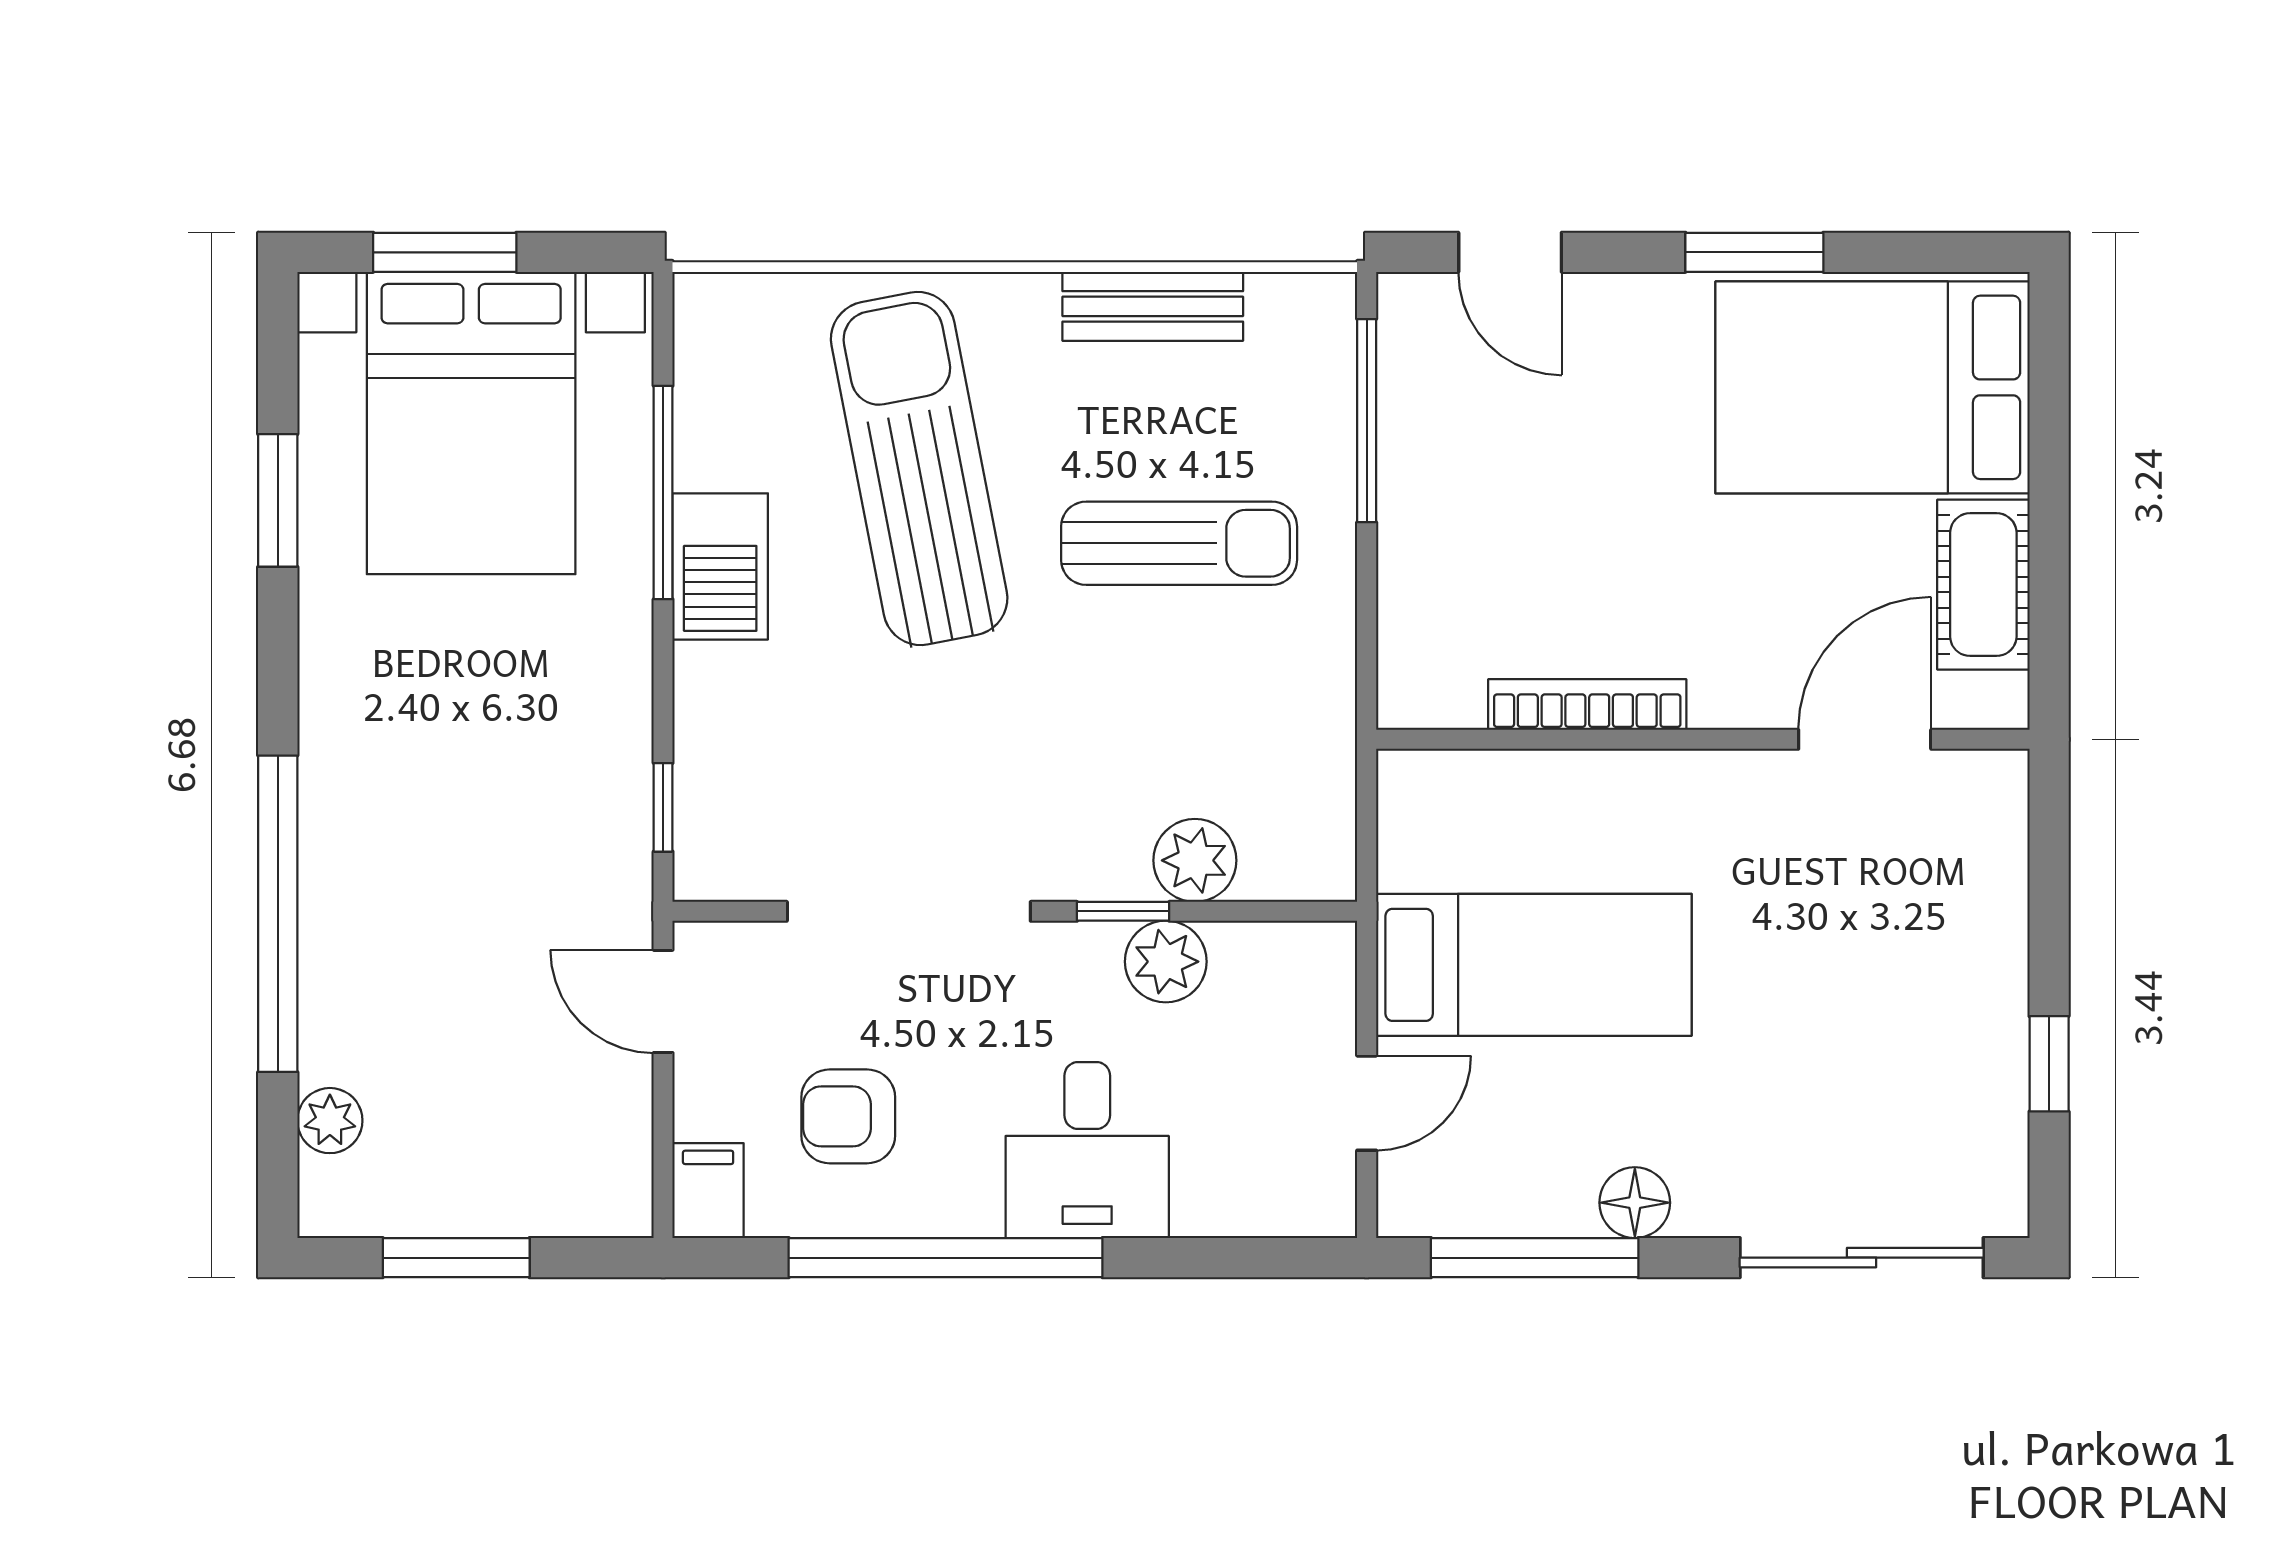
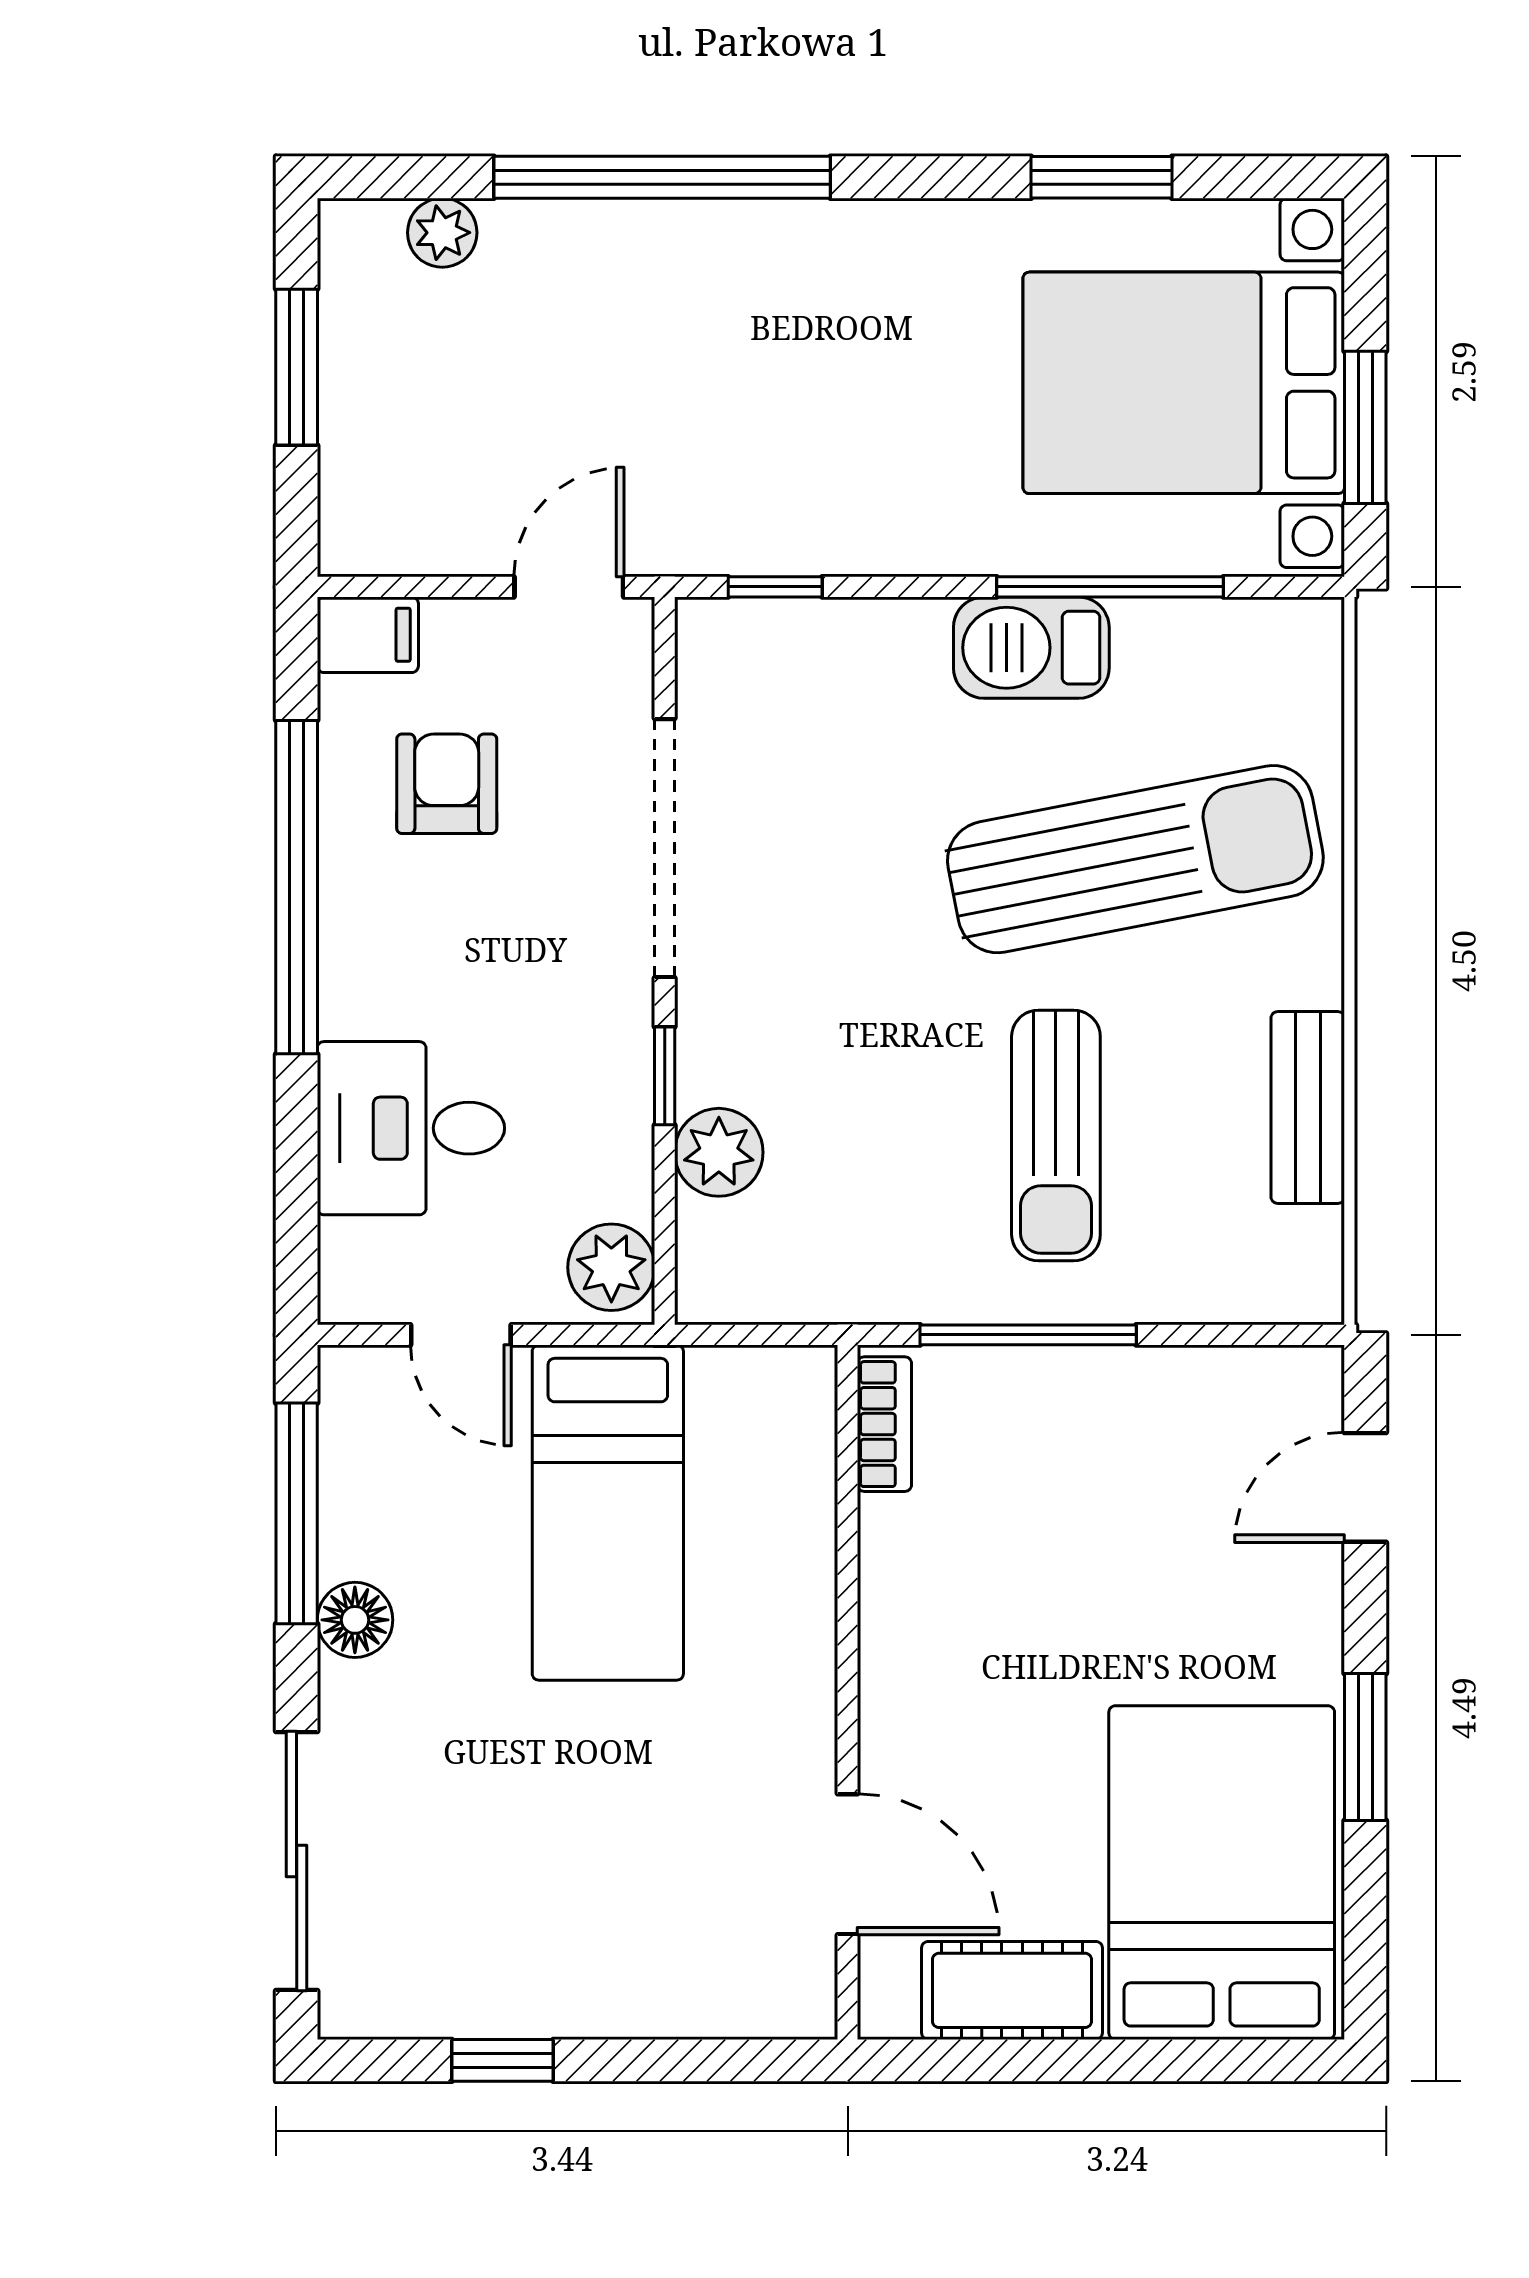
window: (445, 252) -> (1365, 427), moved
window: (1367, 421) -> (1028, 1335), moved
bookcase: (1587, 705) -> (884, 1424), moved, width x0.64
plant: (1166, 962) -> (611, 1267), moved
desk: (1087, 1150) -> (411, 1128), moved

